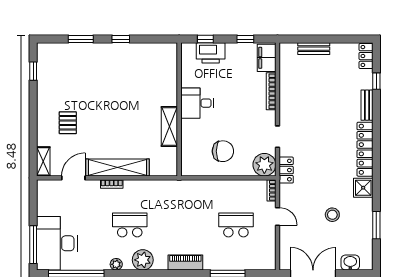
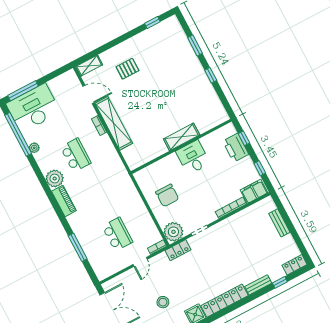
shelving: (169, 126) -> (182, 137), moved
piano: (185, 263) -> (64, 201), moved
plant: (116, 264) -> (34, 148), moved

